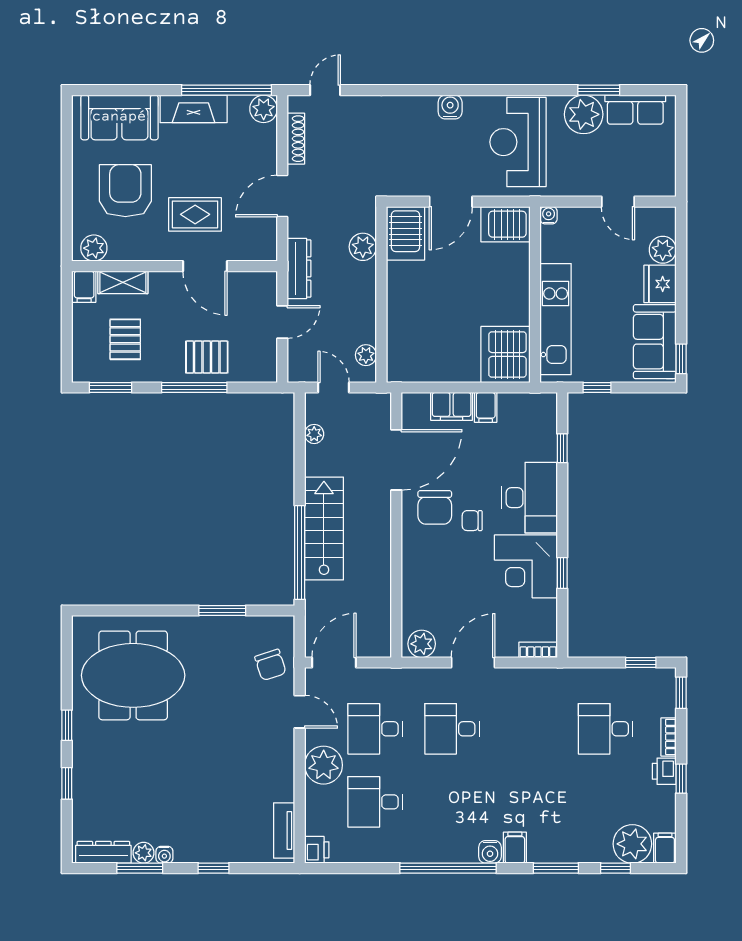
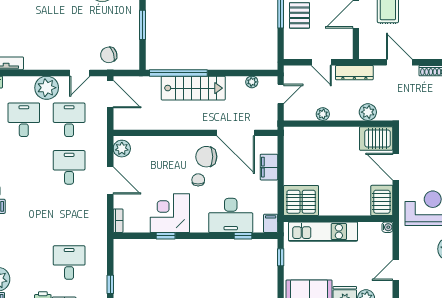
plant: (366, 355) -> (323, 114), moved
filing cabinet: (486, 407) -> (271, 223), moved, turned 90
desk: (530, 498) -> (231, 215), moved

